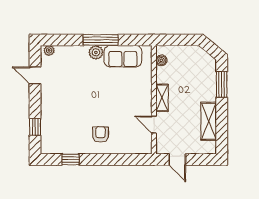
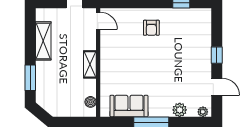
plant: (96, 52) -> (180, 110), moved
door: (154, 125) -> (98, 21), moved
window: (35, 127) -> (217, 55), moved

